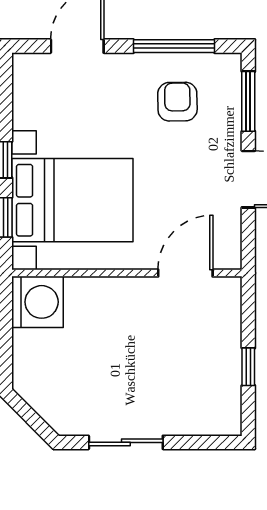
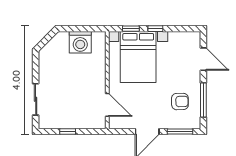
washing machine: (37, 302) -> (80, 42), moved
sliding door: (126, 442) -> (36, 99), moved

